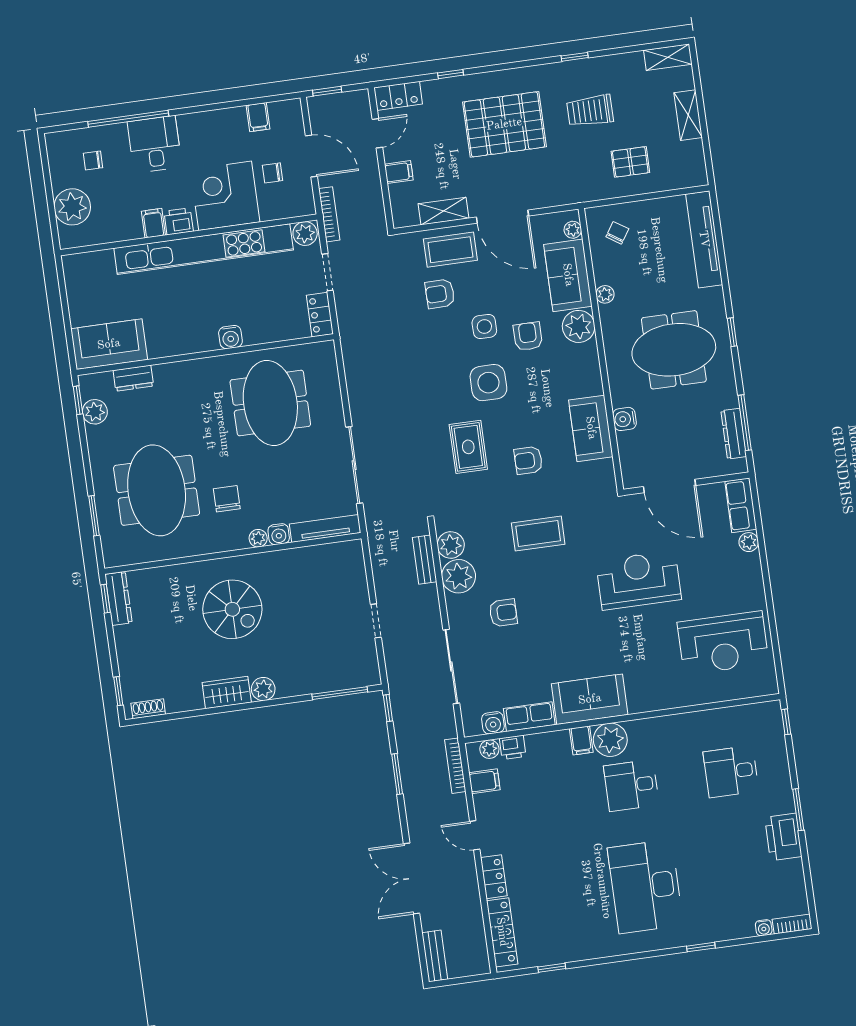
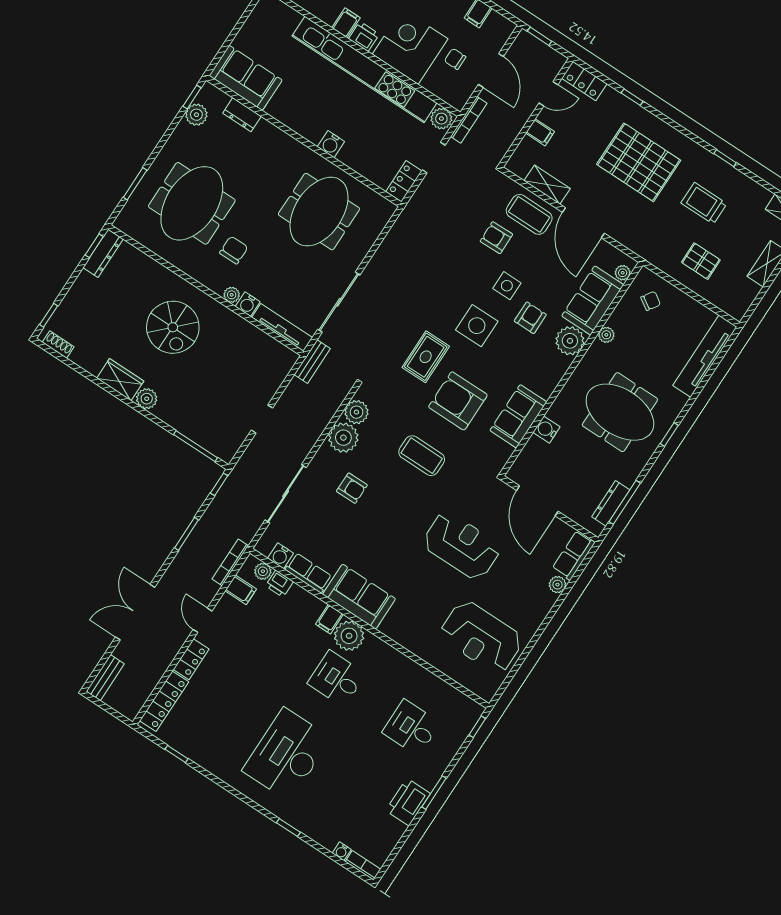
armchair: (528, 460) -> (458, 401), width x1.88, depth x1.88
bench: (425, 560) -> (312, 362), moved

